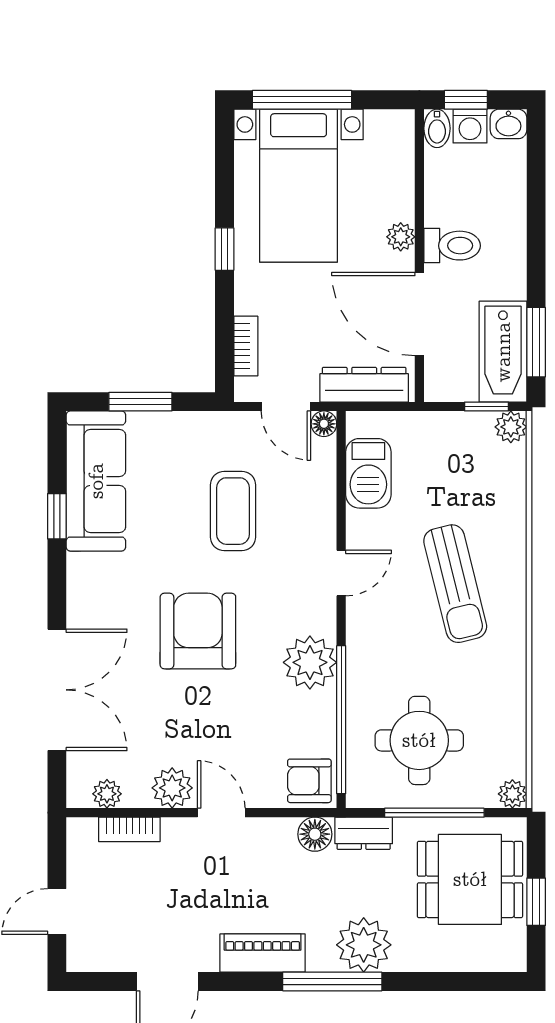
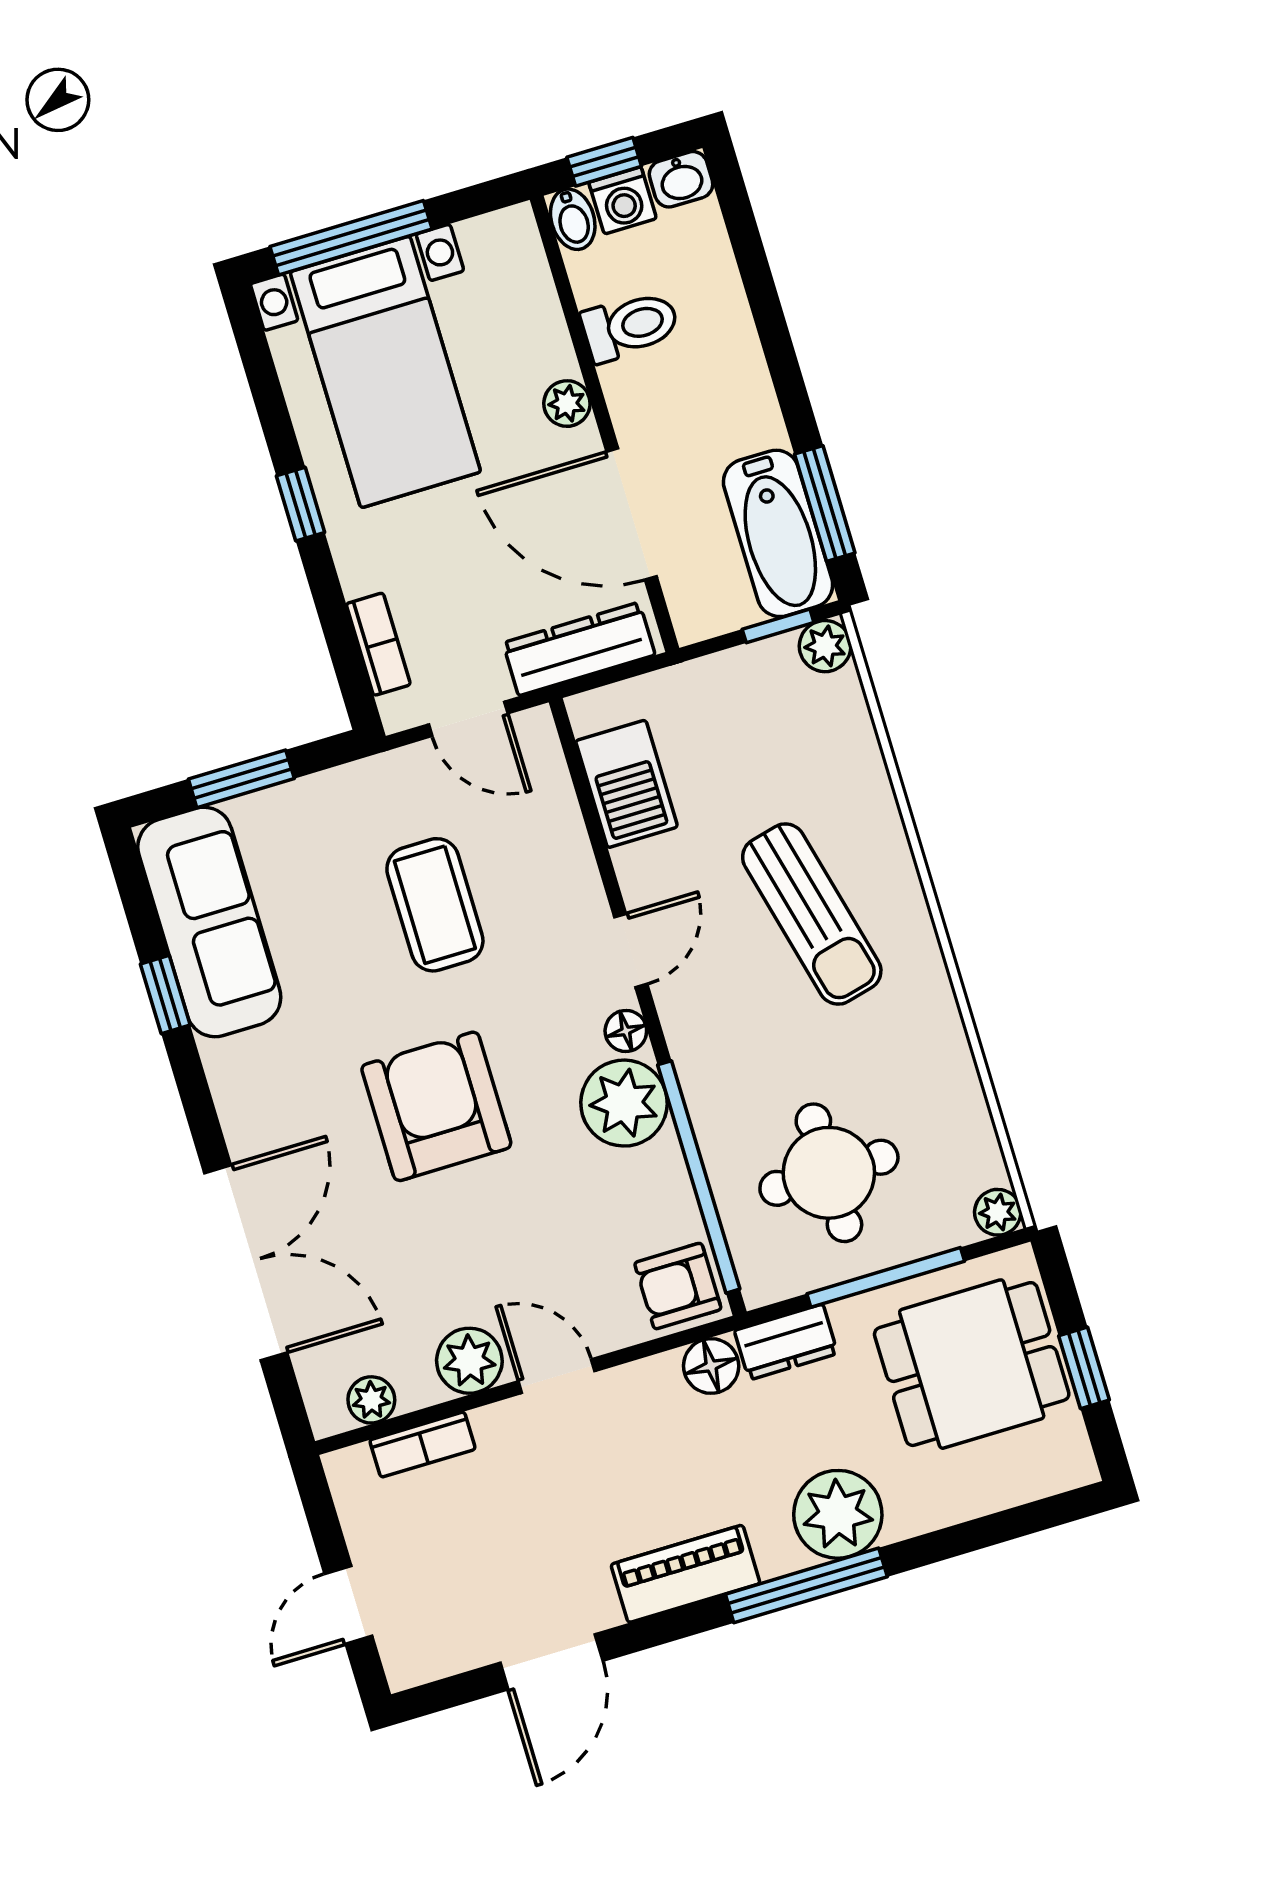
toilet: (452, 246) -> (630, 326), moved
floor lamp: (324, 424) -> (626, 1031), moved

